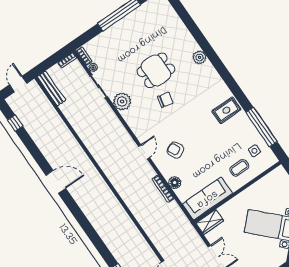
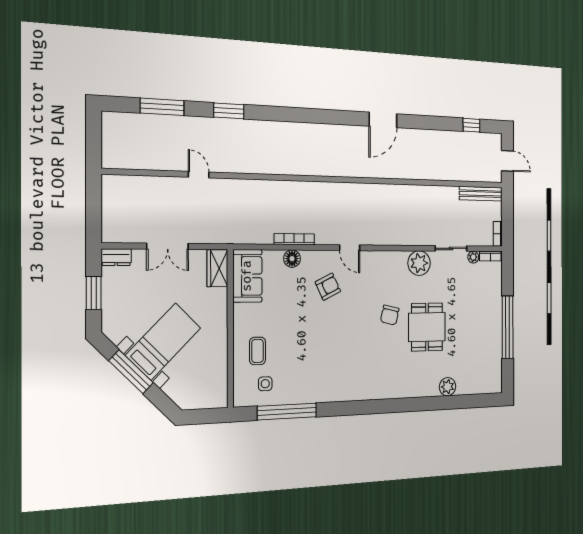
plant: (200, 57) -> (448, 387), moved
rug: (226, 110) -> (333, 381), removed
sofa: (207, 199) -> (247, 276), width x0.73

